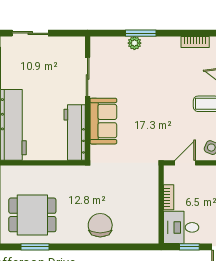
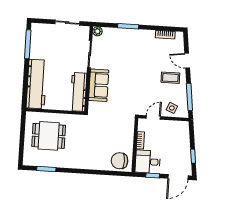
sliding door: (30, 33) -> (67, 23), moved
plant: (134, 43) -> (97, 31), moved
dining table: (32, 215) -> (49, 136), moved
chair: (100, 225) -> (120, 161), moved, turned -90

